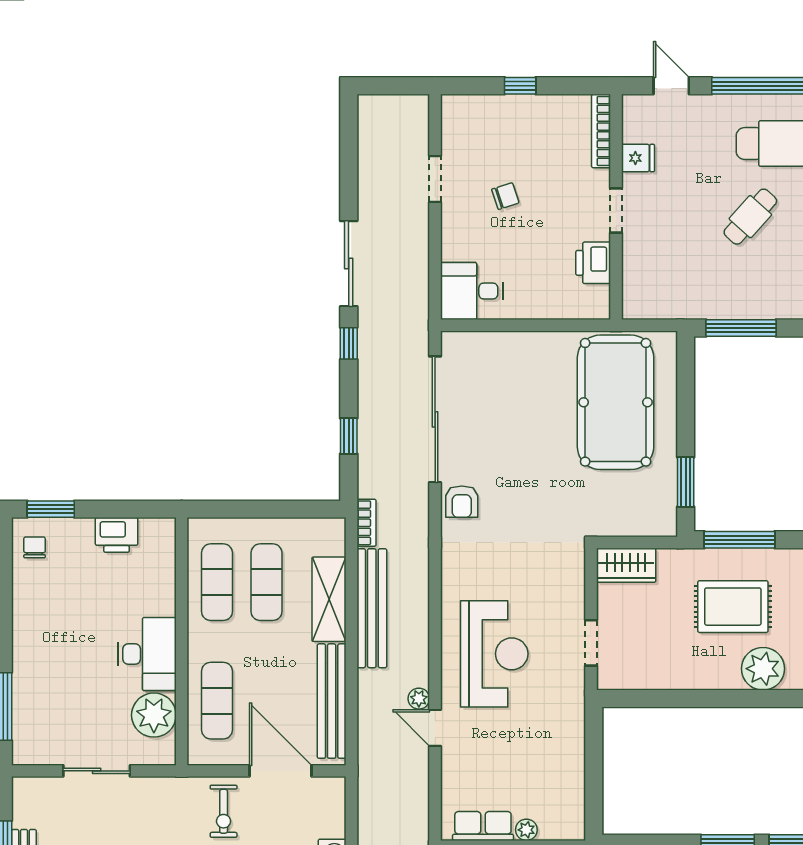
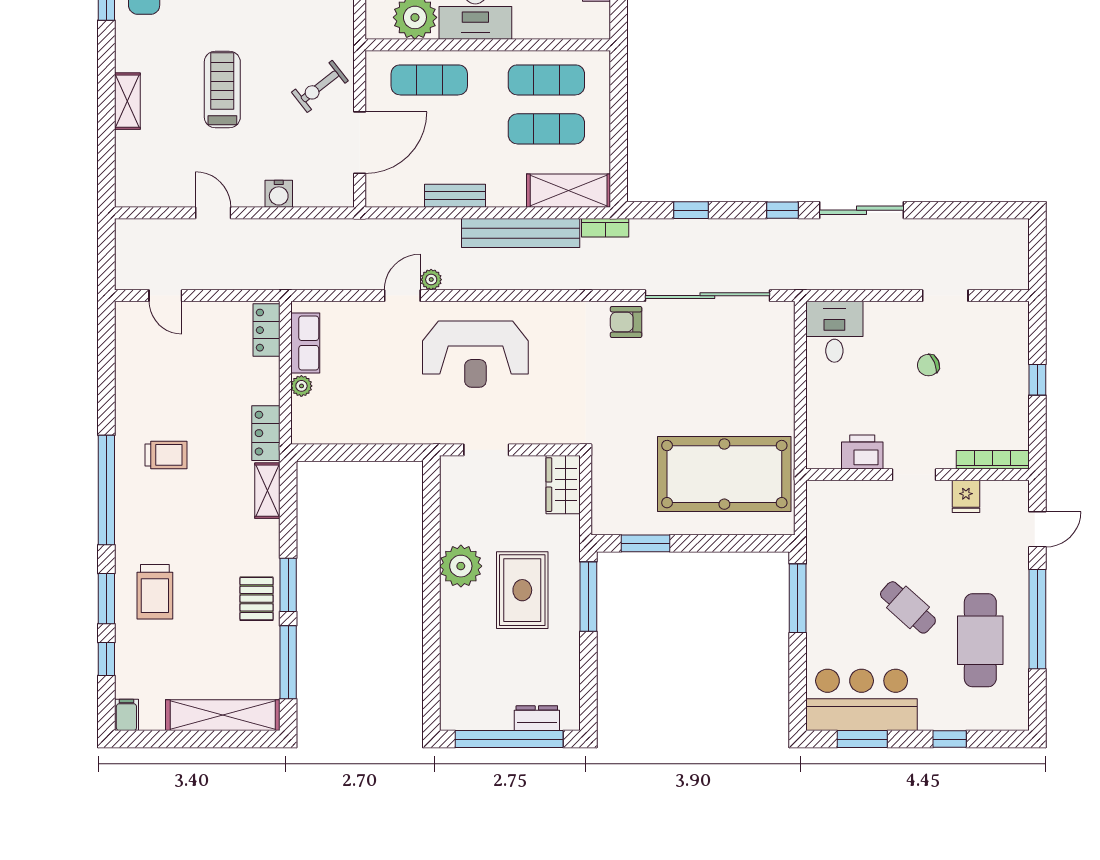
chair: (505, 196) -> (928, 365), turned 85
shelving: (329, 599) -> (569, 191), moved
plant: (763, 669) -> (461, 566), moved
bench: (332, 701) -> (455, 196), width x0.54, depth x0.82
exercise bike: (224, 811) -> (320, 86), turned -38

